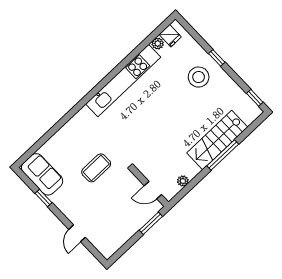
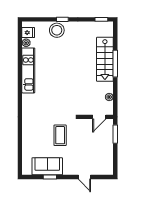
stool: (199, 77) -> (57, 30), moved
kitchen unit: (123, 81) -> (28, 70), width x0.73
sofa: (42, 174) -> (47, 166), moved

